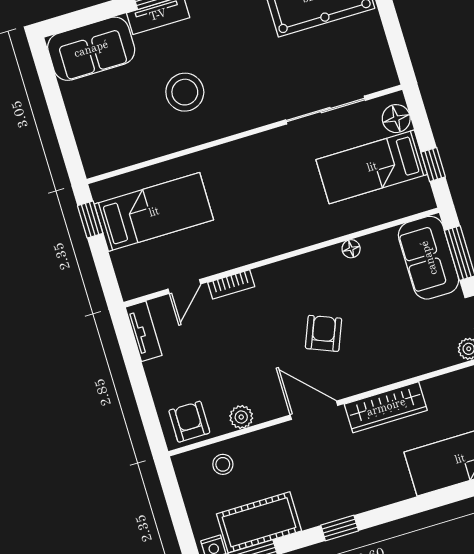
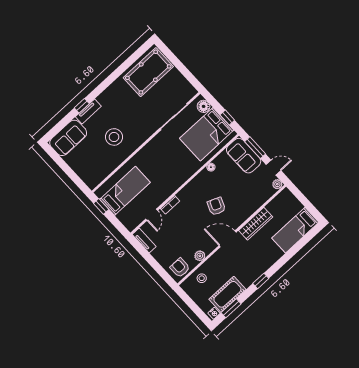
bed: (372, 167) -> (207, 134), width x1.50

